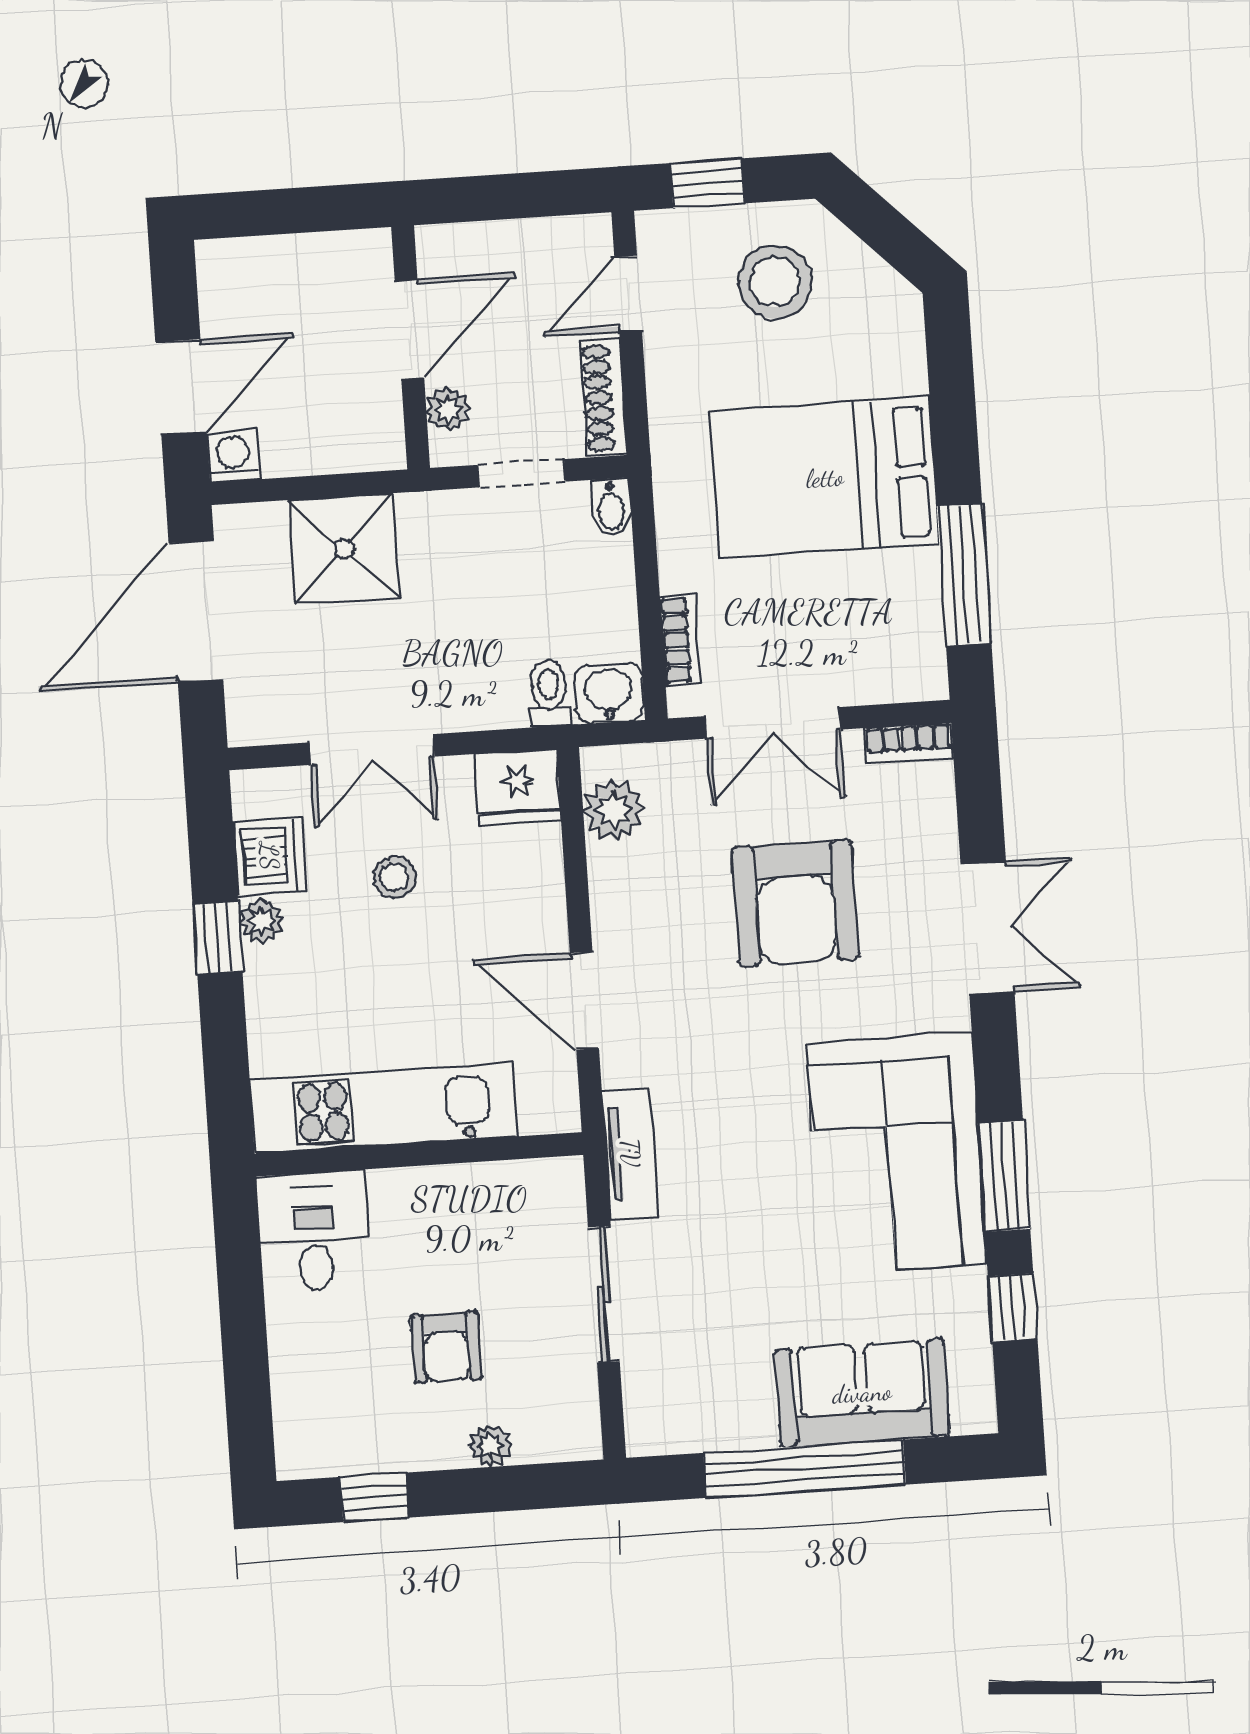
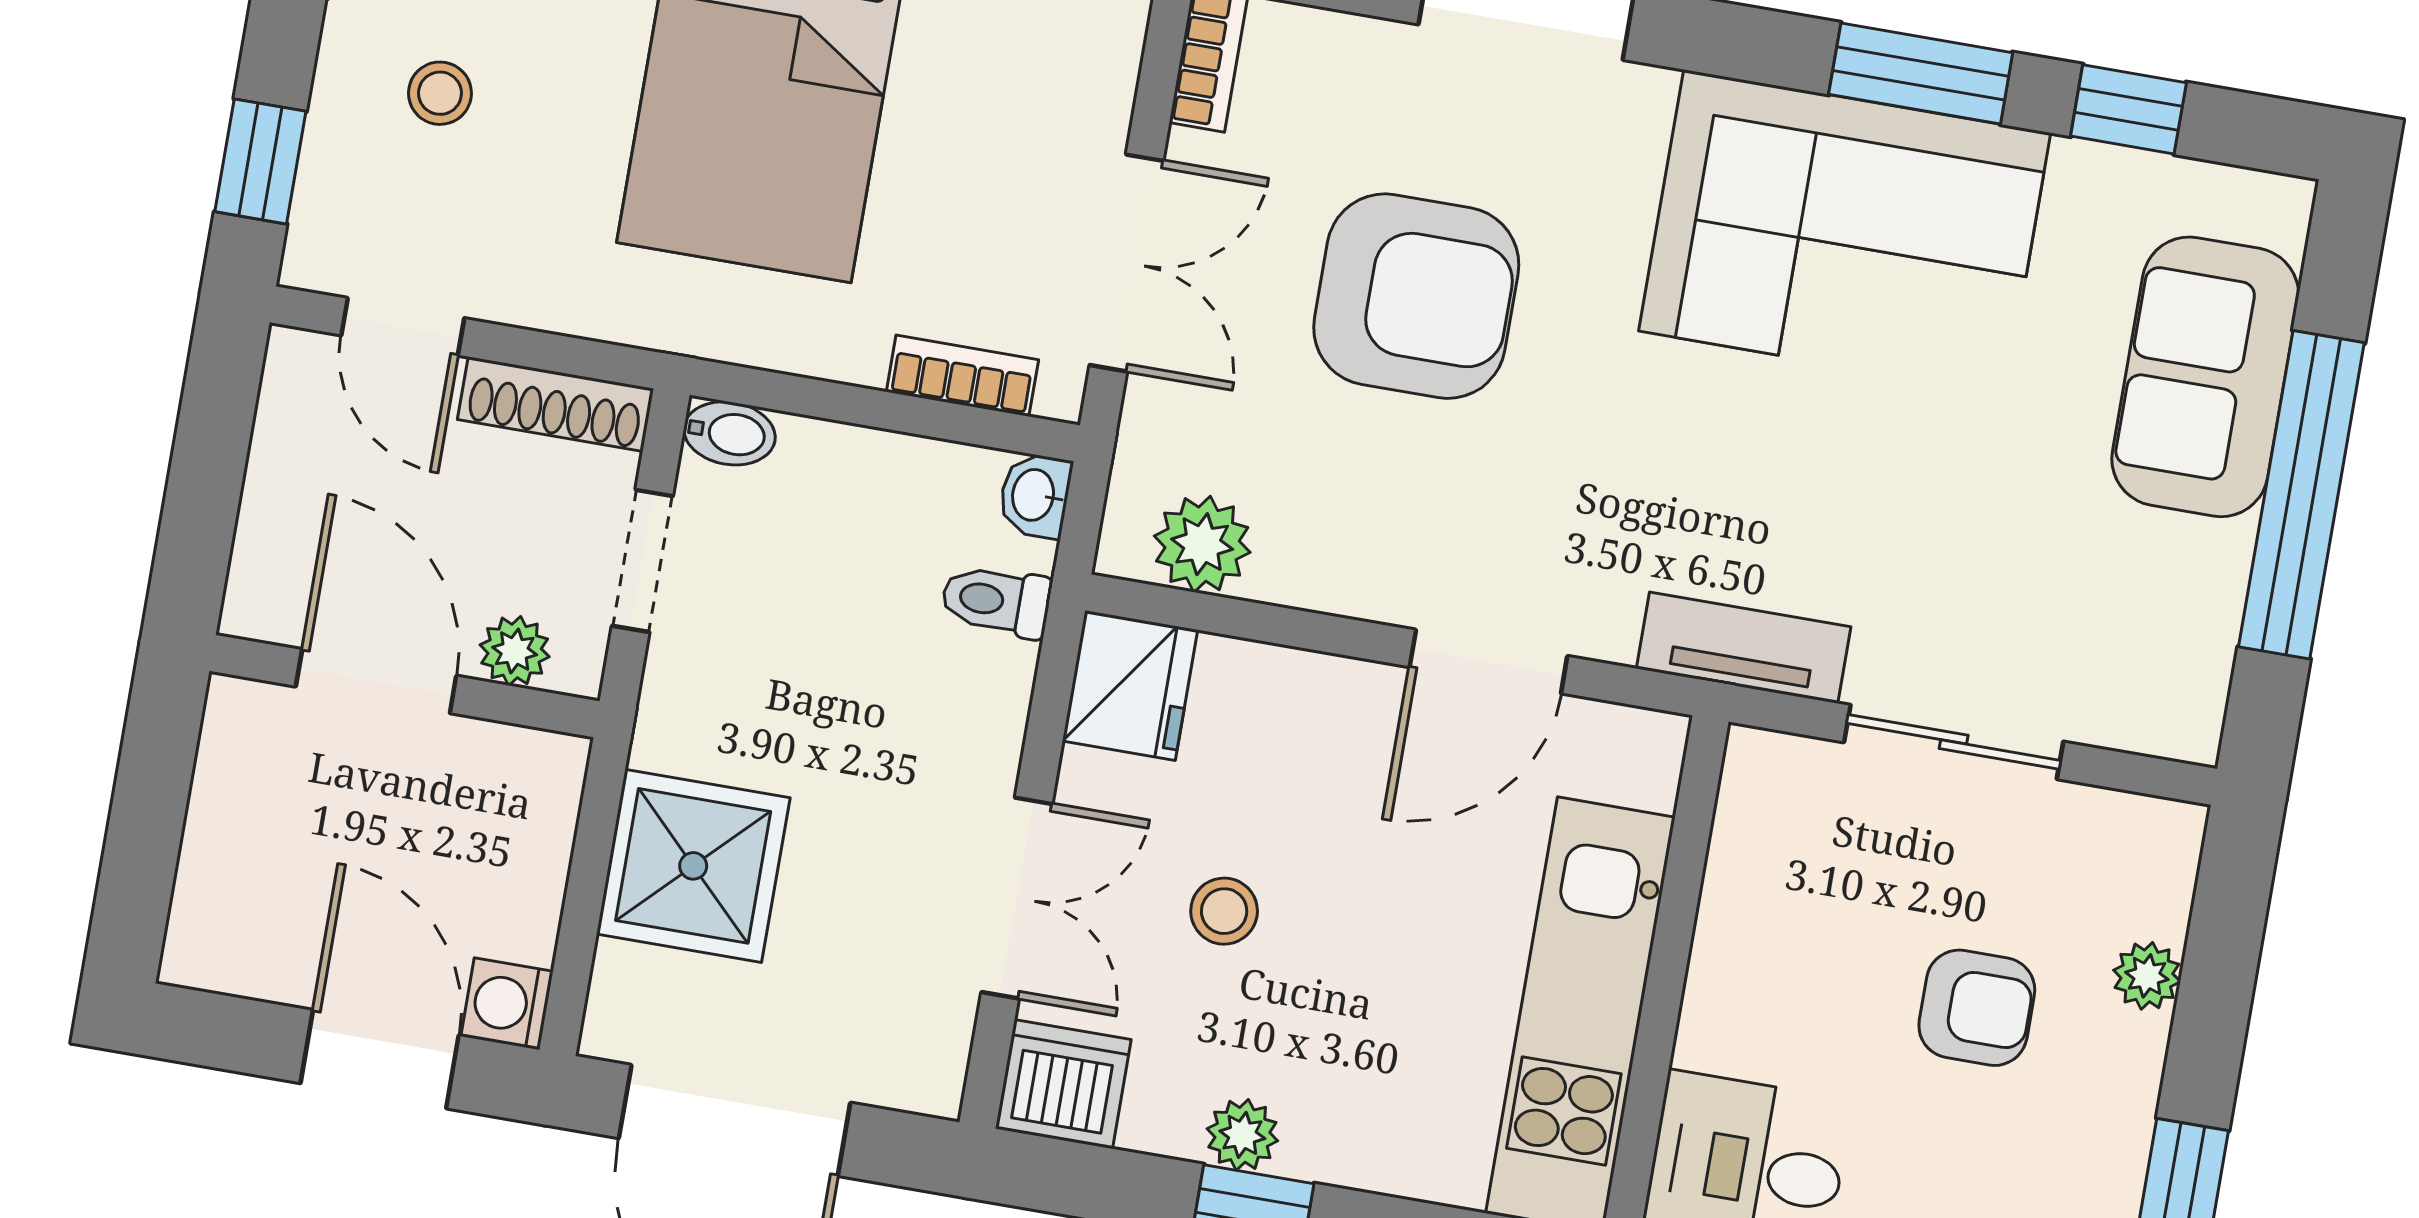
stool: (775, 282) -> (440, 93), width x0.53, depth x0.53
washbasin: (609, 693) -> (1035, 495), width x0.72, depth x0.69
dishwasher: (269, 856) -> (1063, 1084), moved

